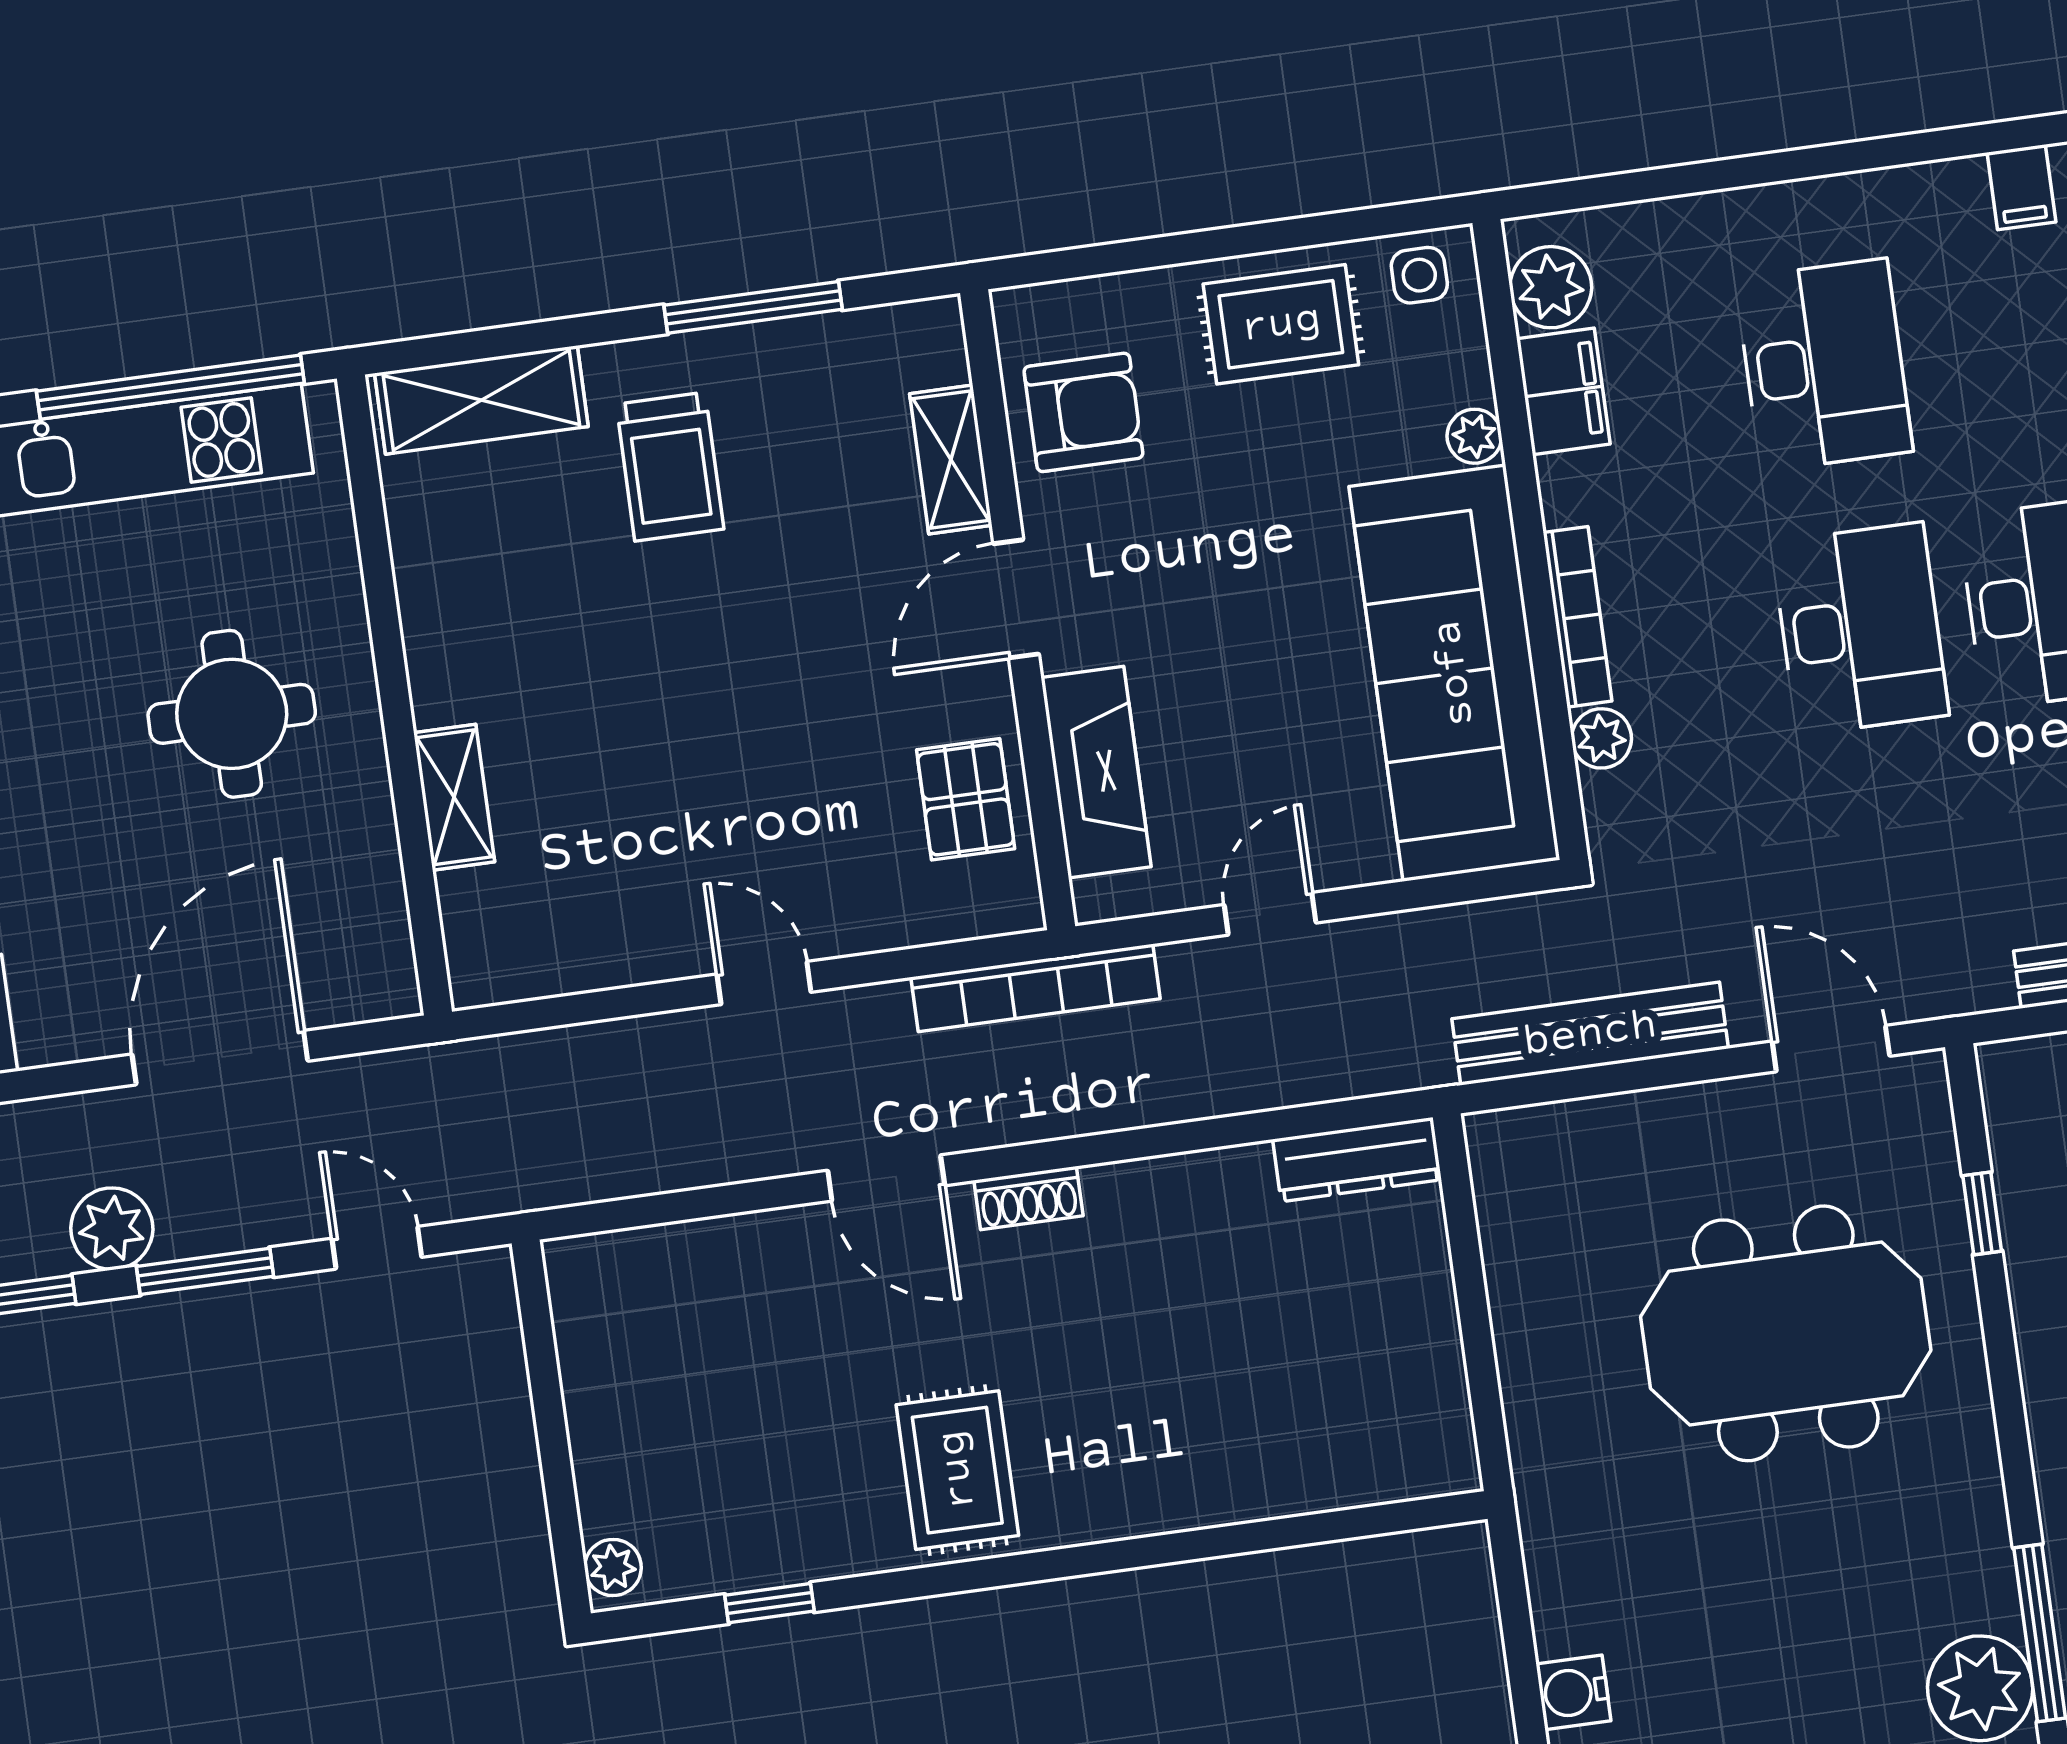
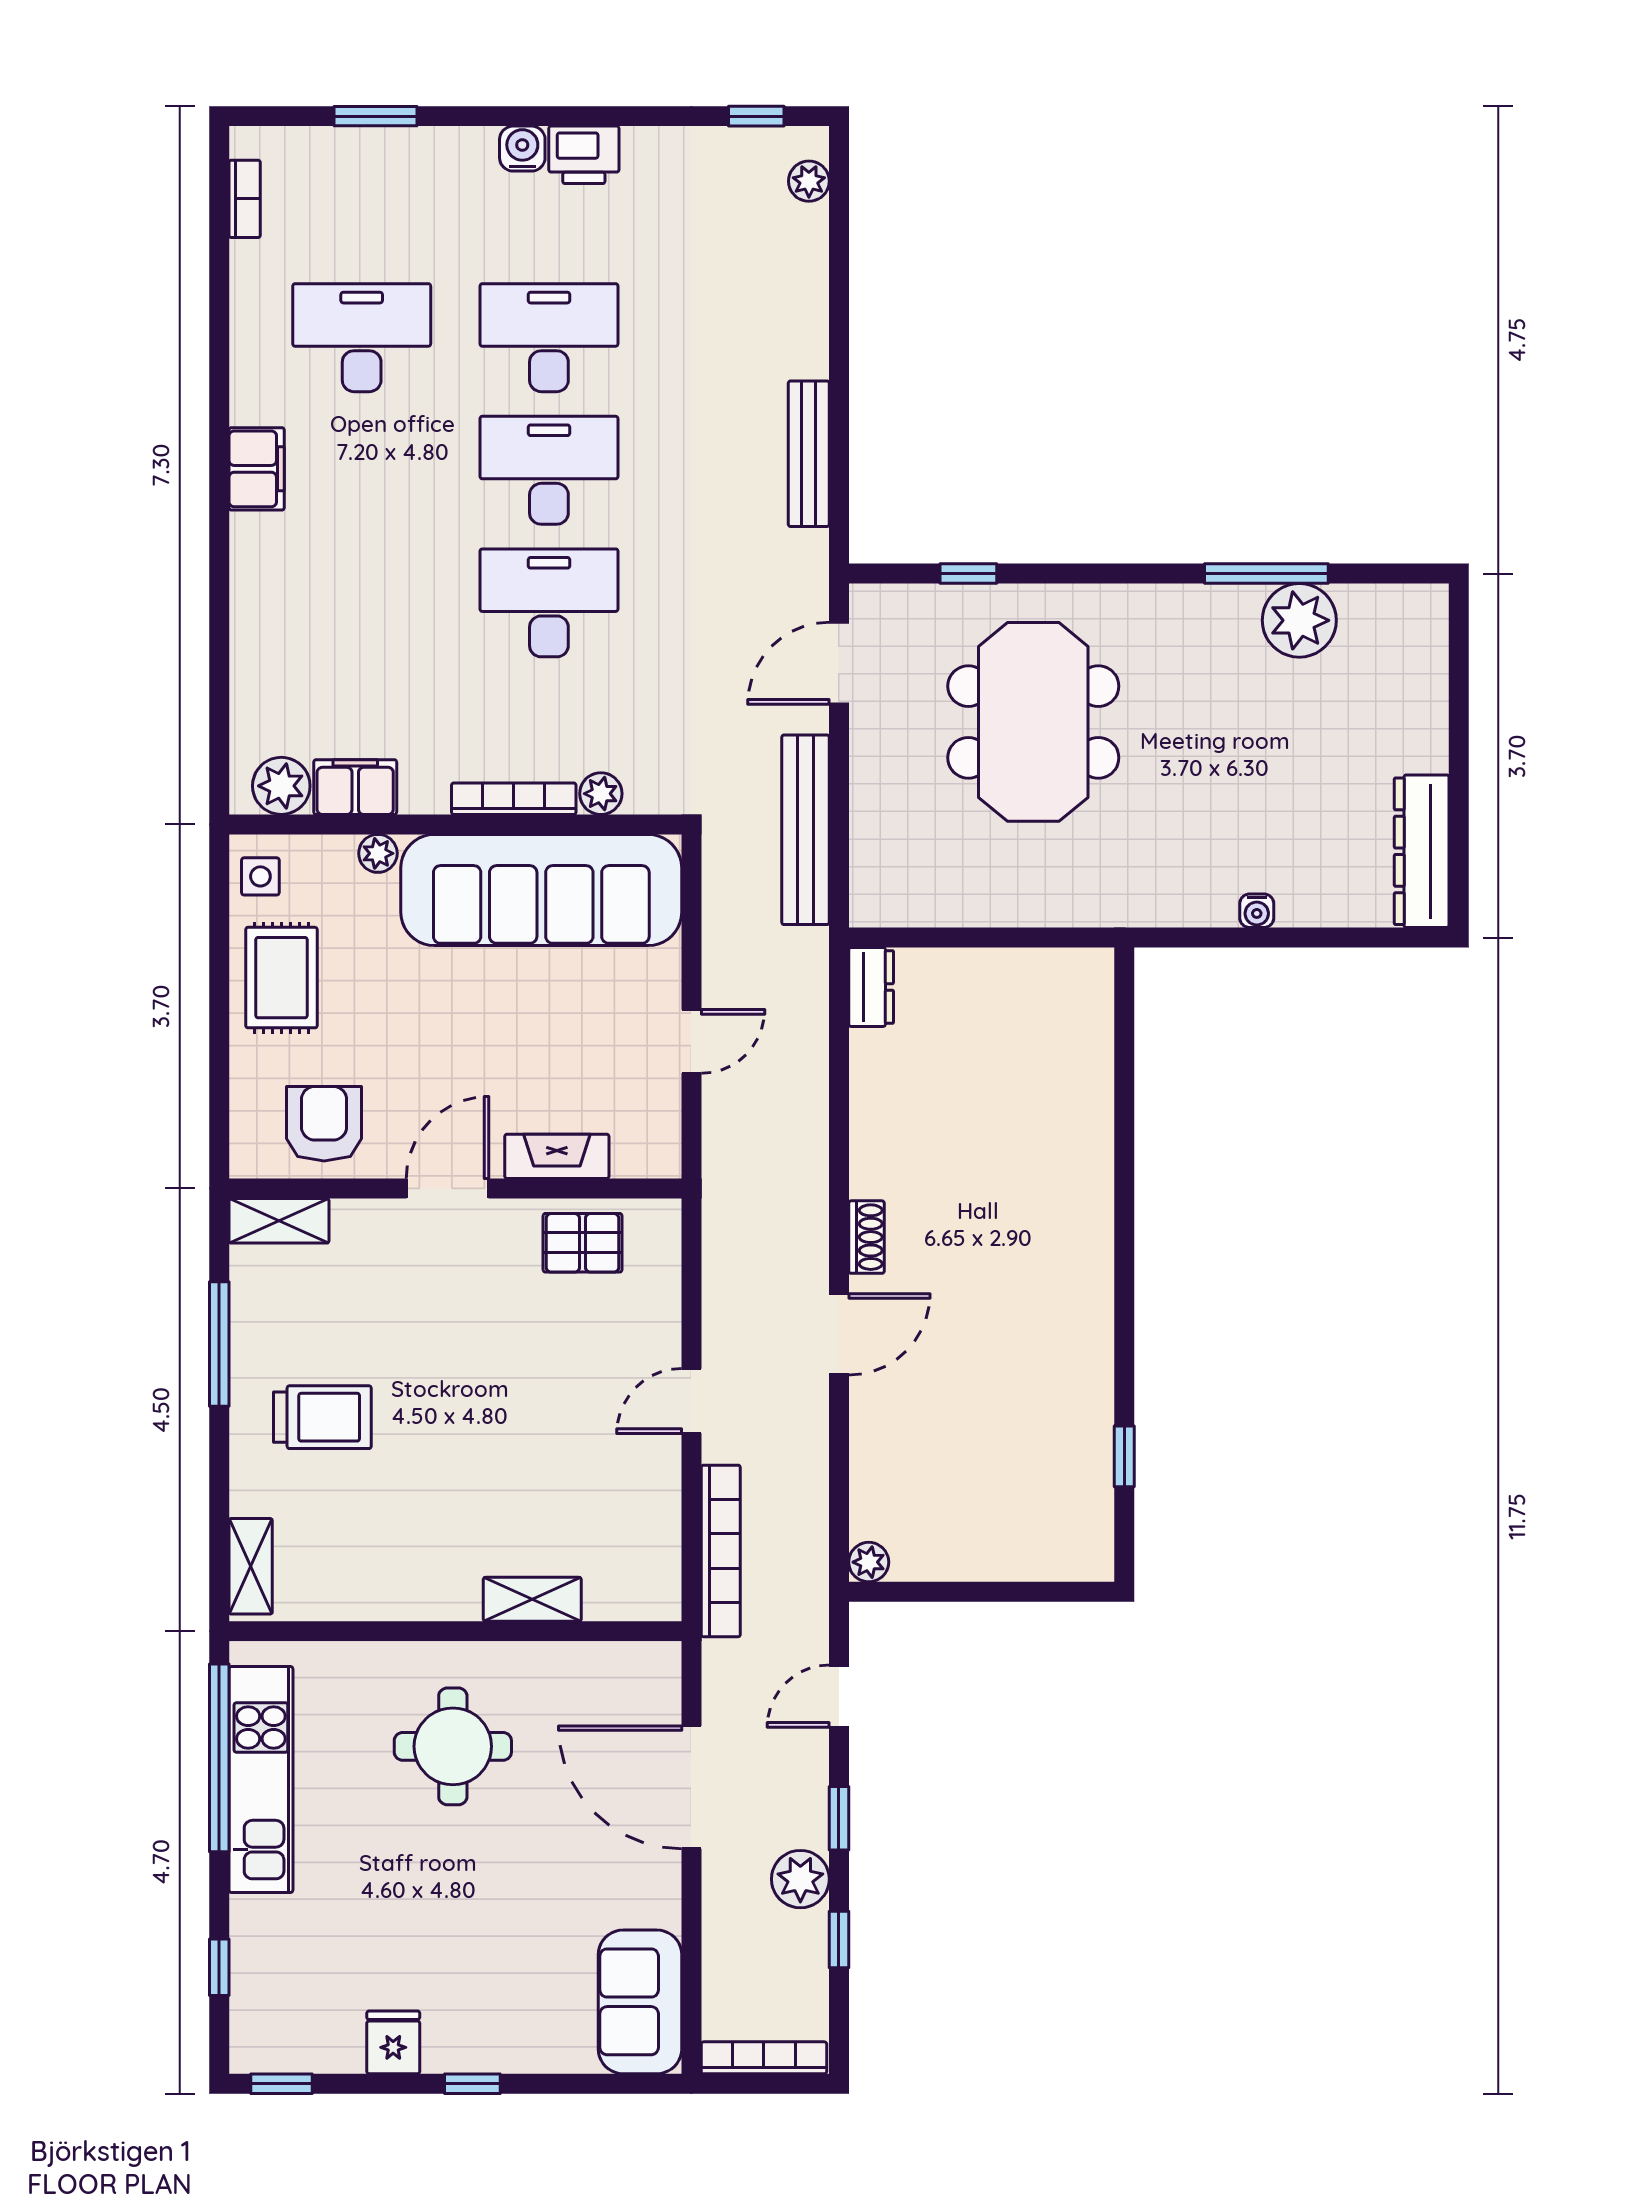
filing cabinet: (2021, 187) -> (257, 469), width x2.00
desk: (1824, 365) -> (362, 603), removed
shelving: (481, 400) -> (251, 1566), width x0.67, depth x0.75
shelving: (951, 460) -> (279, 1221), moved
door: (1016, 599) -> (448, 1188), swing flipped
fireplace: (1096, 772) -> (557, 1156), width x0.73, depth x0.76
door: (1270, 914) -> (691, 1041), swing flipped
bookcase: (1035, 988) -> (721, 1551), moved
dresser: (1357, 1160) -> (871, 987), width x0.70
window: (205, 1271) -> (839, 1818), width x0.67
rug: (957, 1470) -> (1049, 1313), removed
plant: (613, 1567) -> (869, 1562), moved
water cooler: (1573, 1692) -> (1257, 911), width x0.72, depth x0.72

